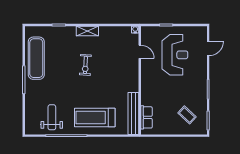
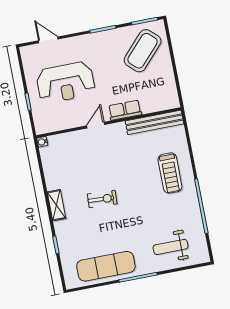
door: (140, 52) -> (96, 125), moved
reception desk: (175, 55) -> (66, 82), turned 180
coffee table: (187, 115) -> (143, 51), width x1.86, depth x1.72
weight bench: (52, 117) -> (171, 247), moved
row of seats: (146, 117) -> (125, 110), moved
treadmill: (95, 118) -> (170, 173), width x0.73, depth x0.73

